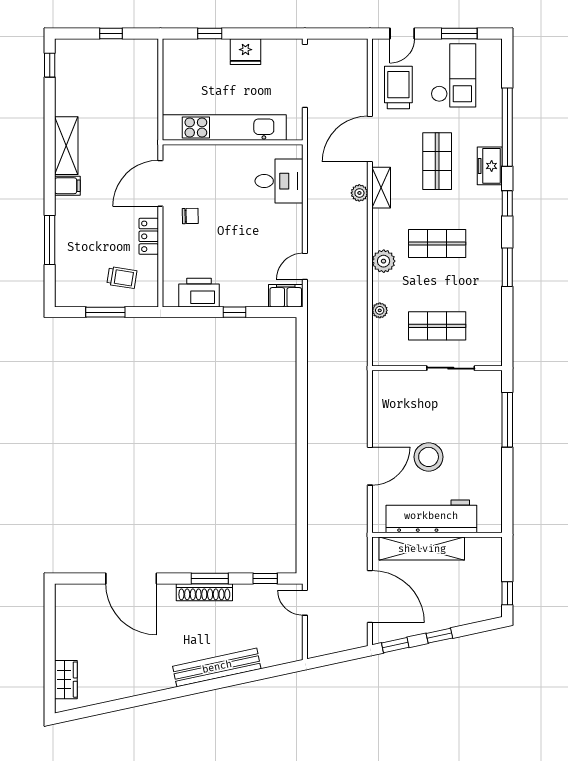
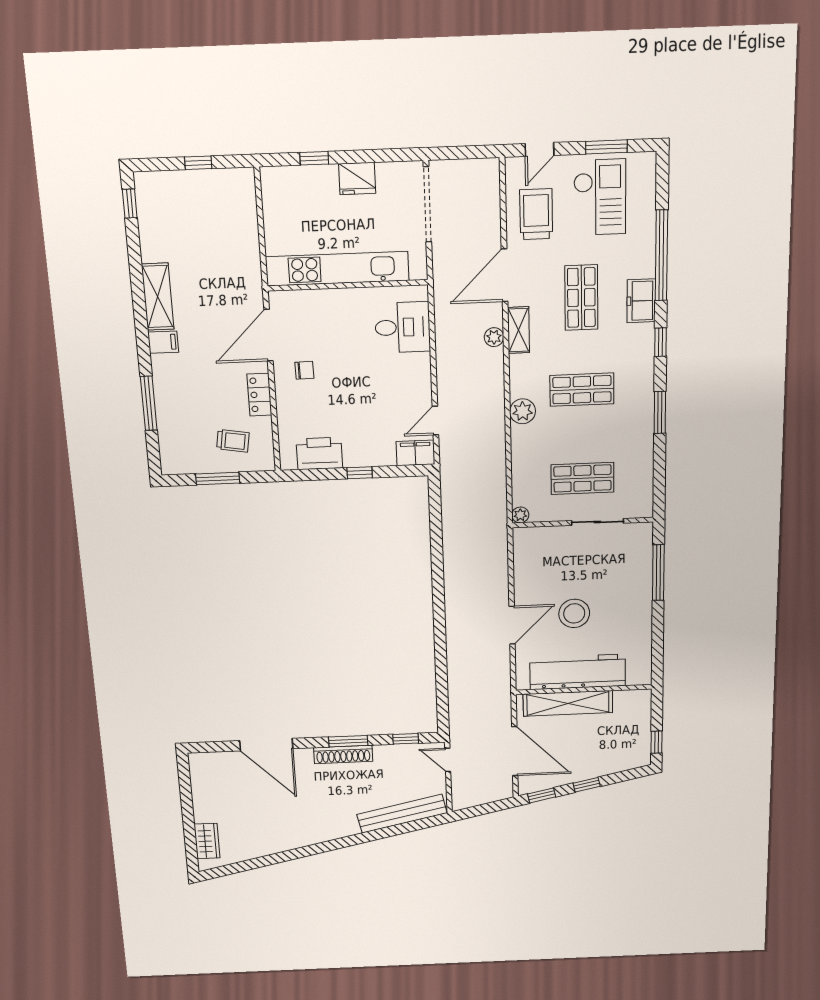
plant: (380, 310) -> (520, 515), moved
bench: (217, 667) -> (402, 814), moved

